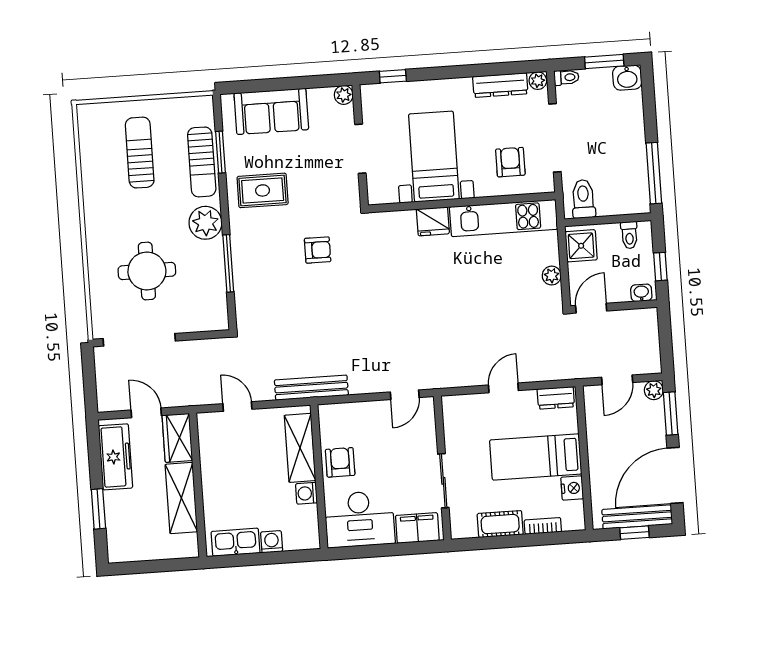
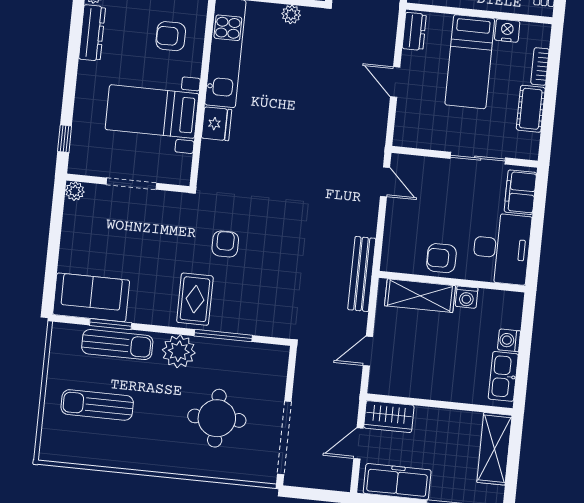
sofa: (271, 111) -> (91, 297), moved, turned -90
rug: (263, 190) -> (195, 299), moved
shelving: (181, 498) -> (494, 449), moved, turned 90

